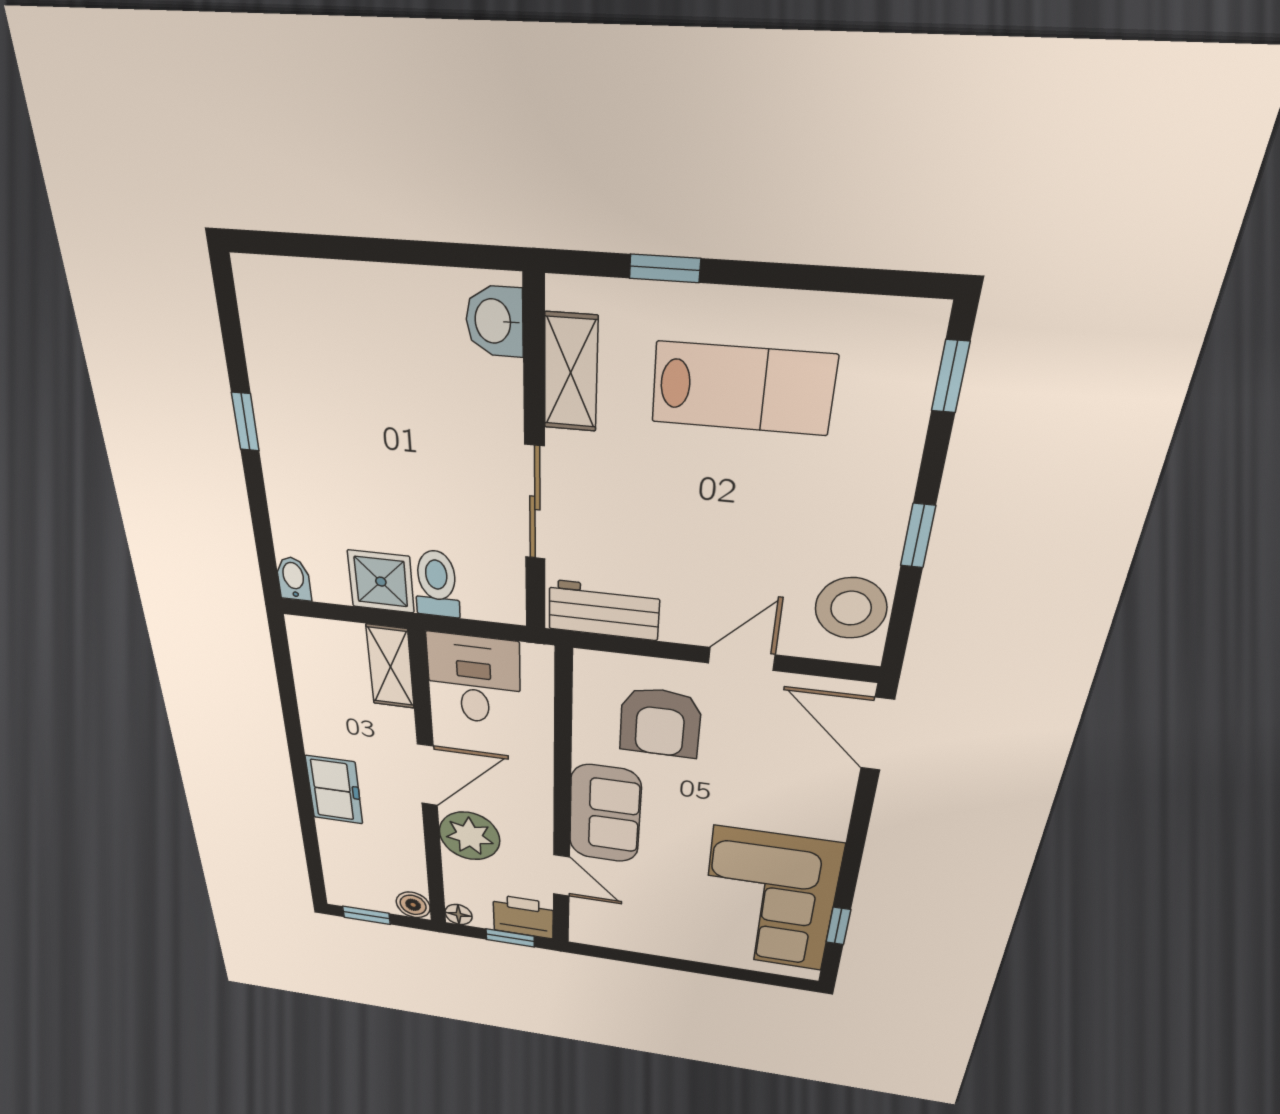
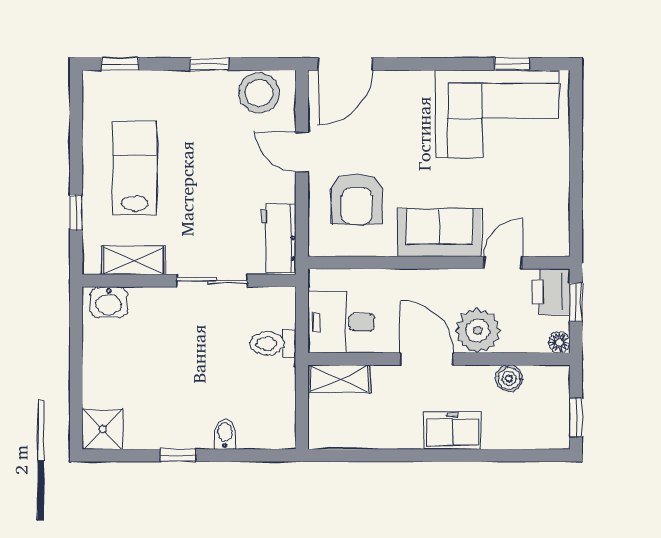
bidet: (294, 579) -> (225, 434), moved, turned 90
shower: (381, 582) -> (102, 429), moved
armchair: (660, 722) -> (357, 199), turned 90
boiler: (413, 905) -> (509, 378), moved

